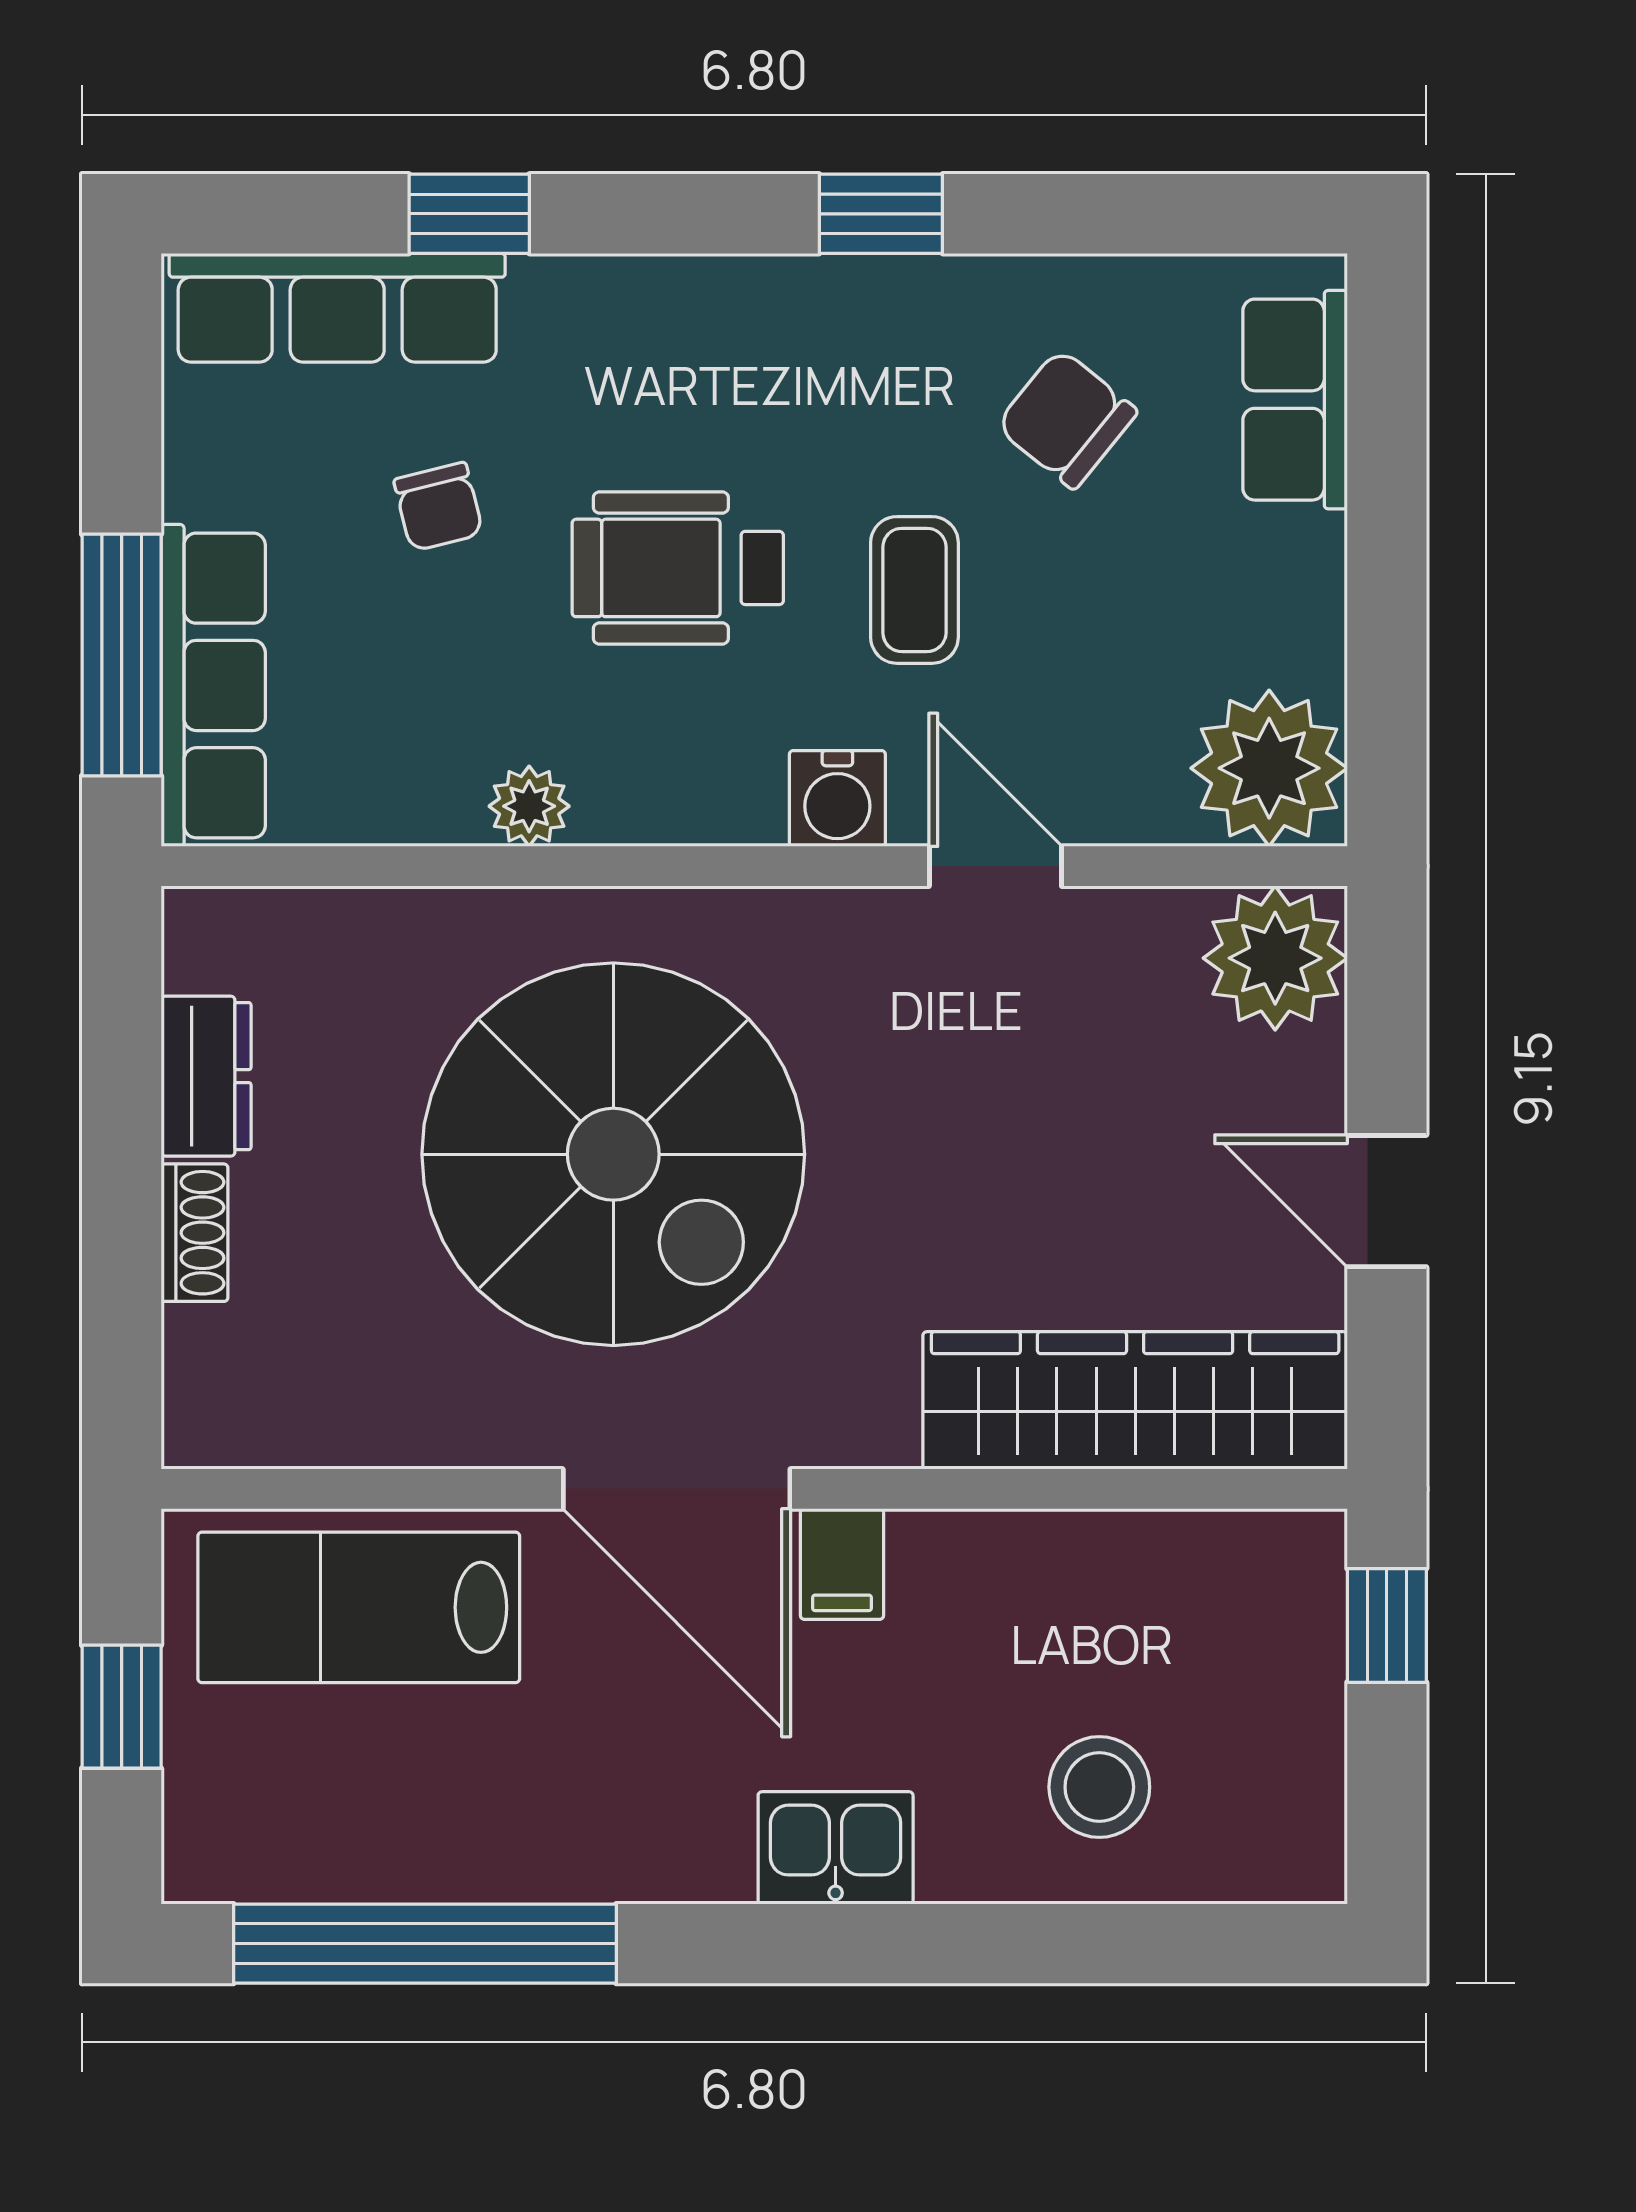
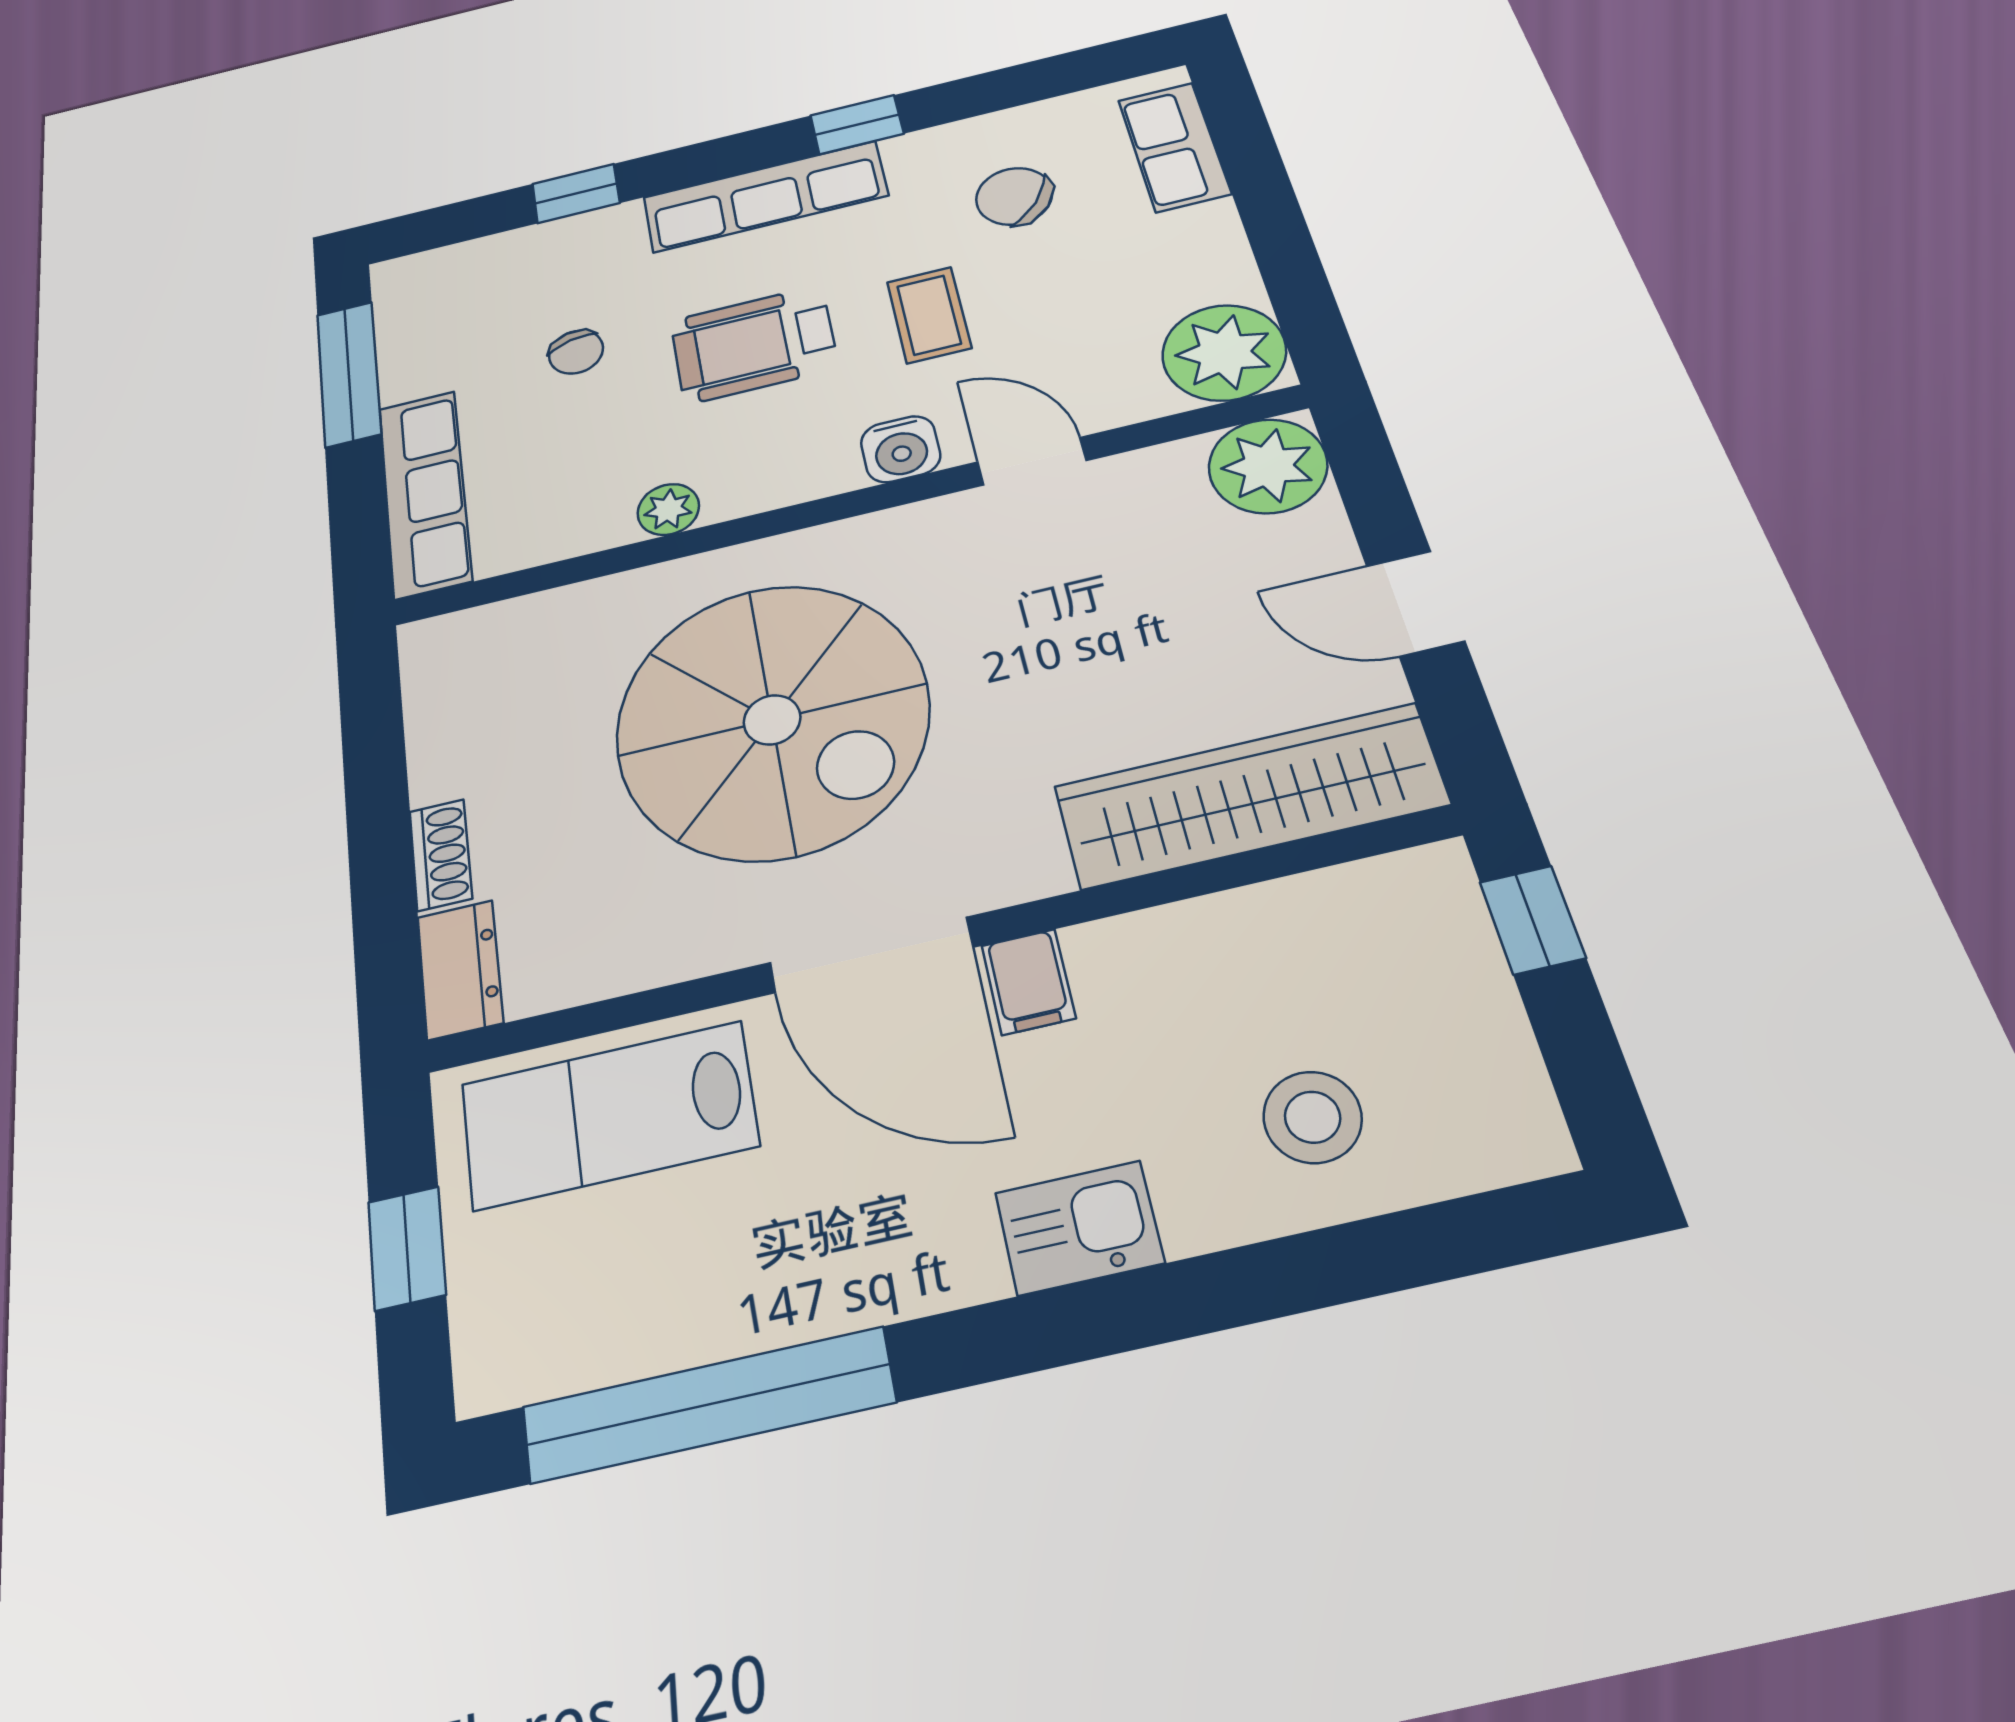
row of seats: (337, 308) -> (765, 196), moved
window: (122, 655) -> (349, 374), moved
dresser: (206, 1076) -> (460, 970), moved

